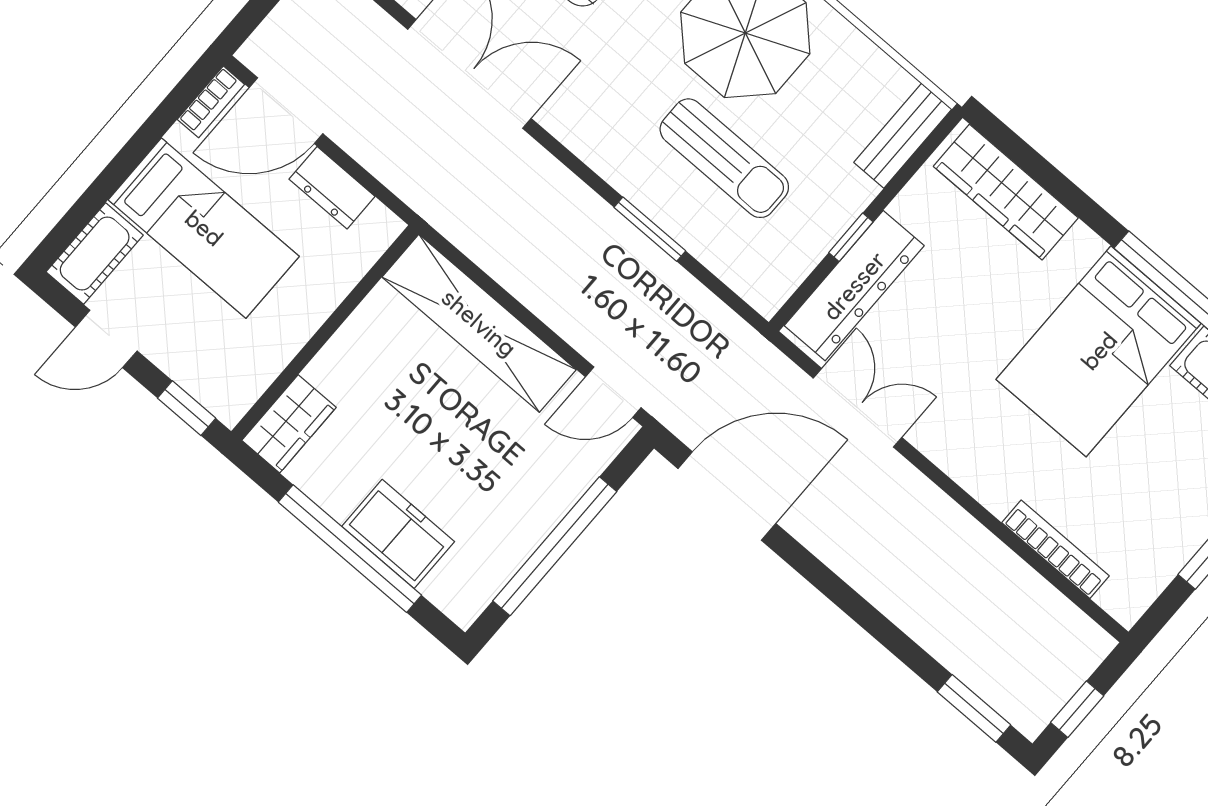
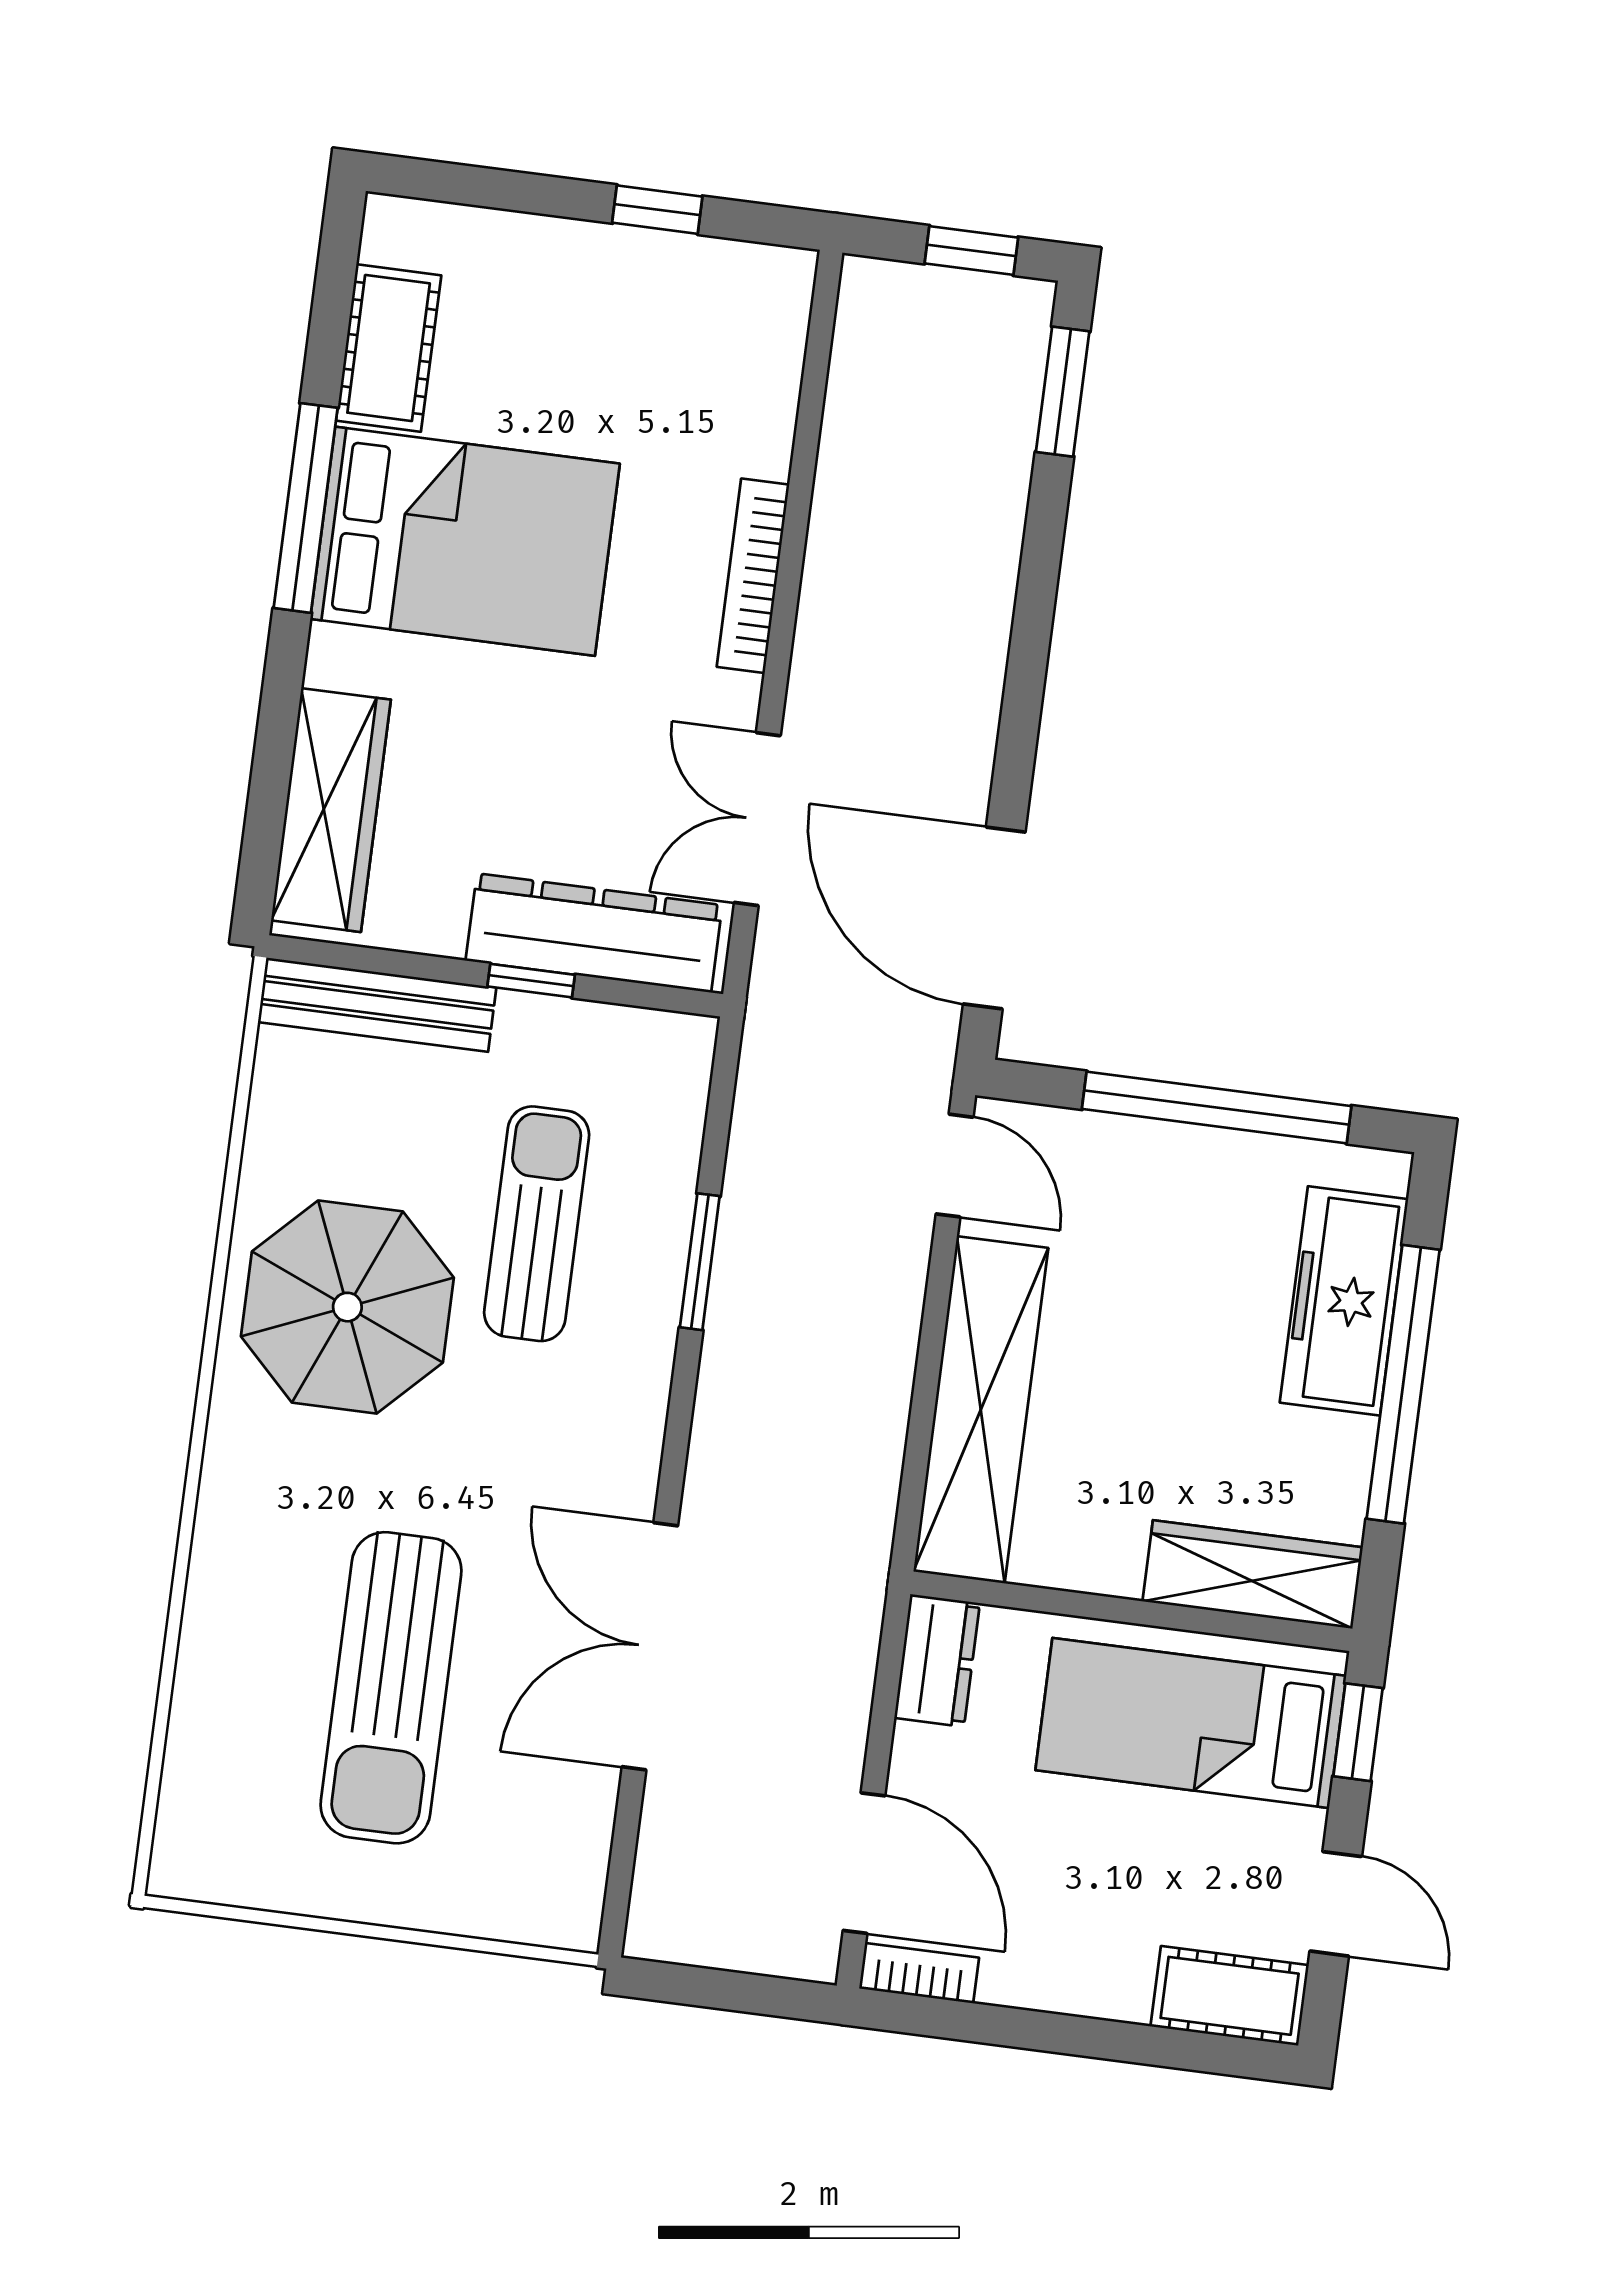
bench: (903, 136) -> (377, 1005), width x1.36
dresser: (332, 188) -> (937, 1660), moved
bed: (204, 228) -> (1191, 1723), moved, turned -90
wardrobe: (289, 424) -> (1253, 1574), width x1.50
freezer: (398, 534) -> (1344, 1301), width x1.40
bookcase: (1056, 549) -> (753, 576), moved

